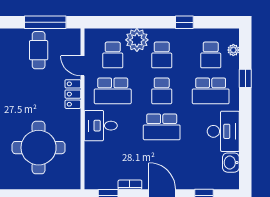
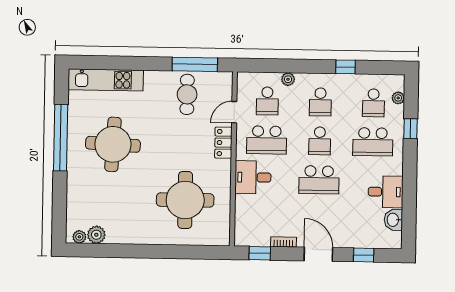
plant: (137, 40) -> (288, 79), width x0.53, depth x0.53
door: (82, 66) -> (234, 112), hinge flipped
desk: (223, 131) -> (386, 192), width x0.73

